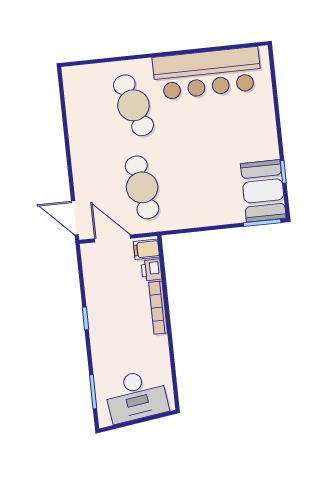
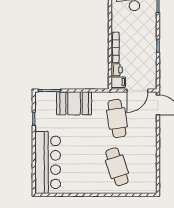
bar counter: (207, 73) -> (48, 162), moved, turned 90
booth: (263, 191) -> (74, 103), moved, turned 90
door: (113, 238) -> (137, 90), hinge flipped

